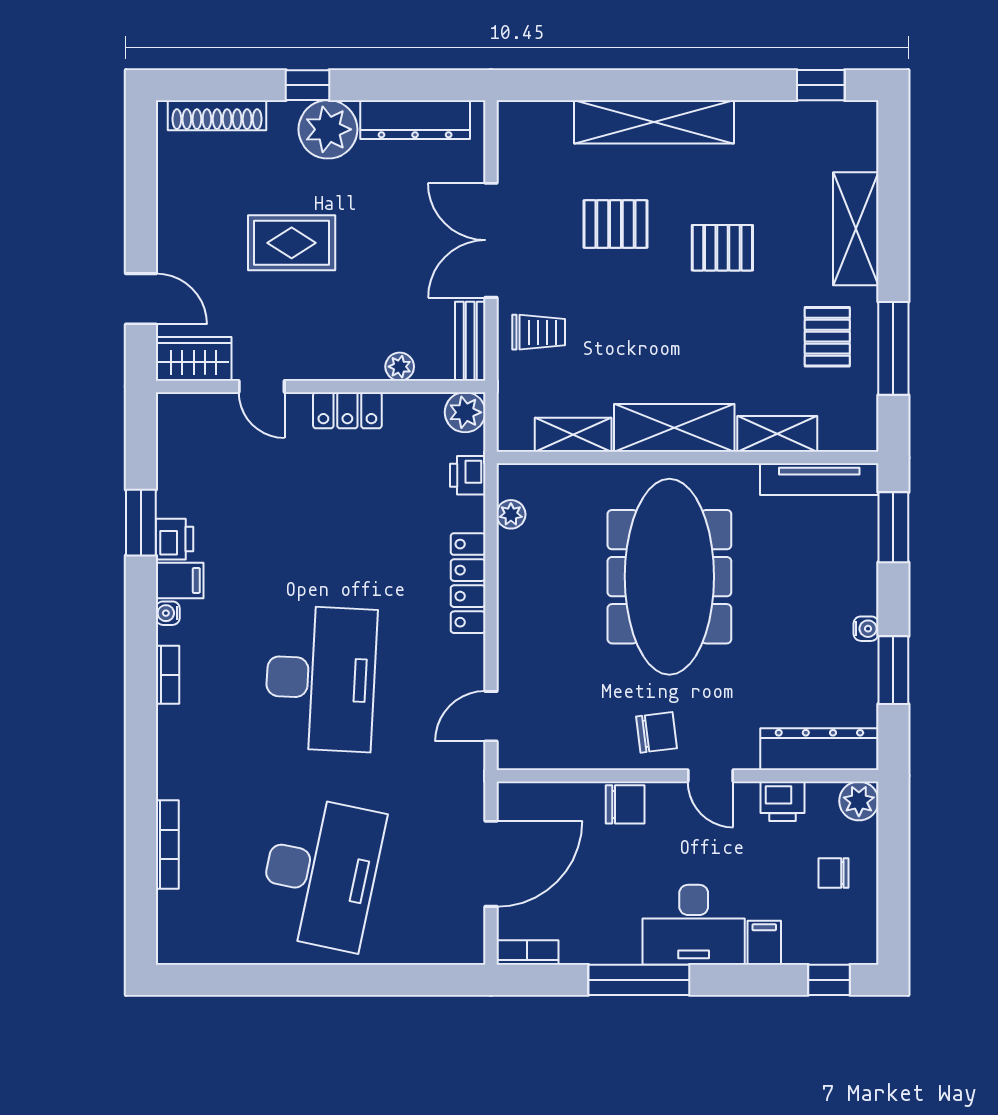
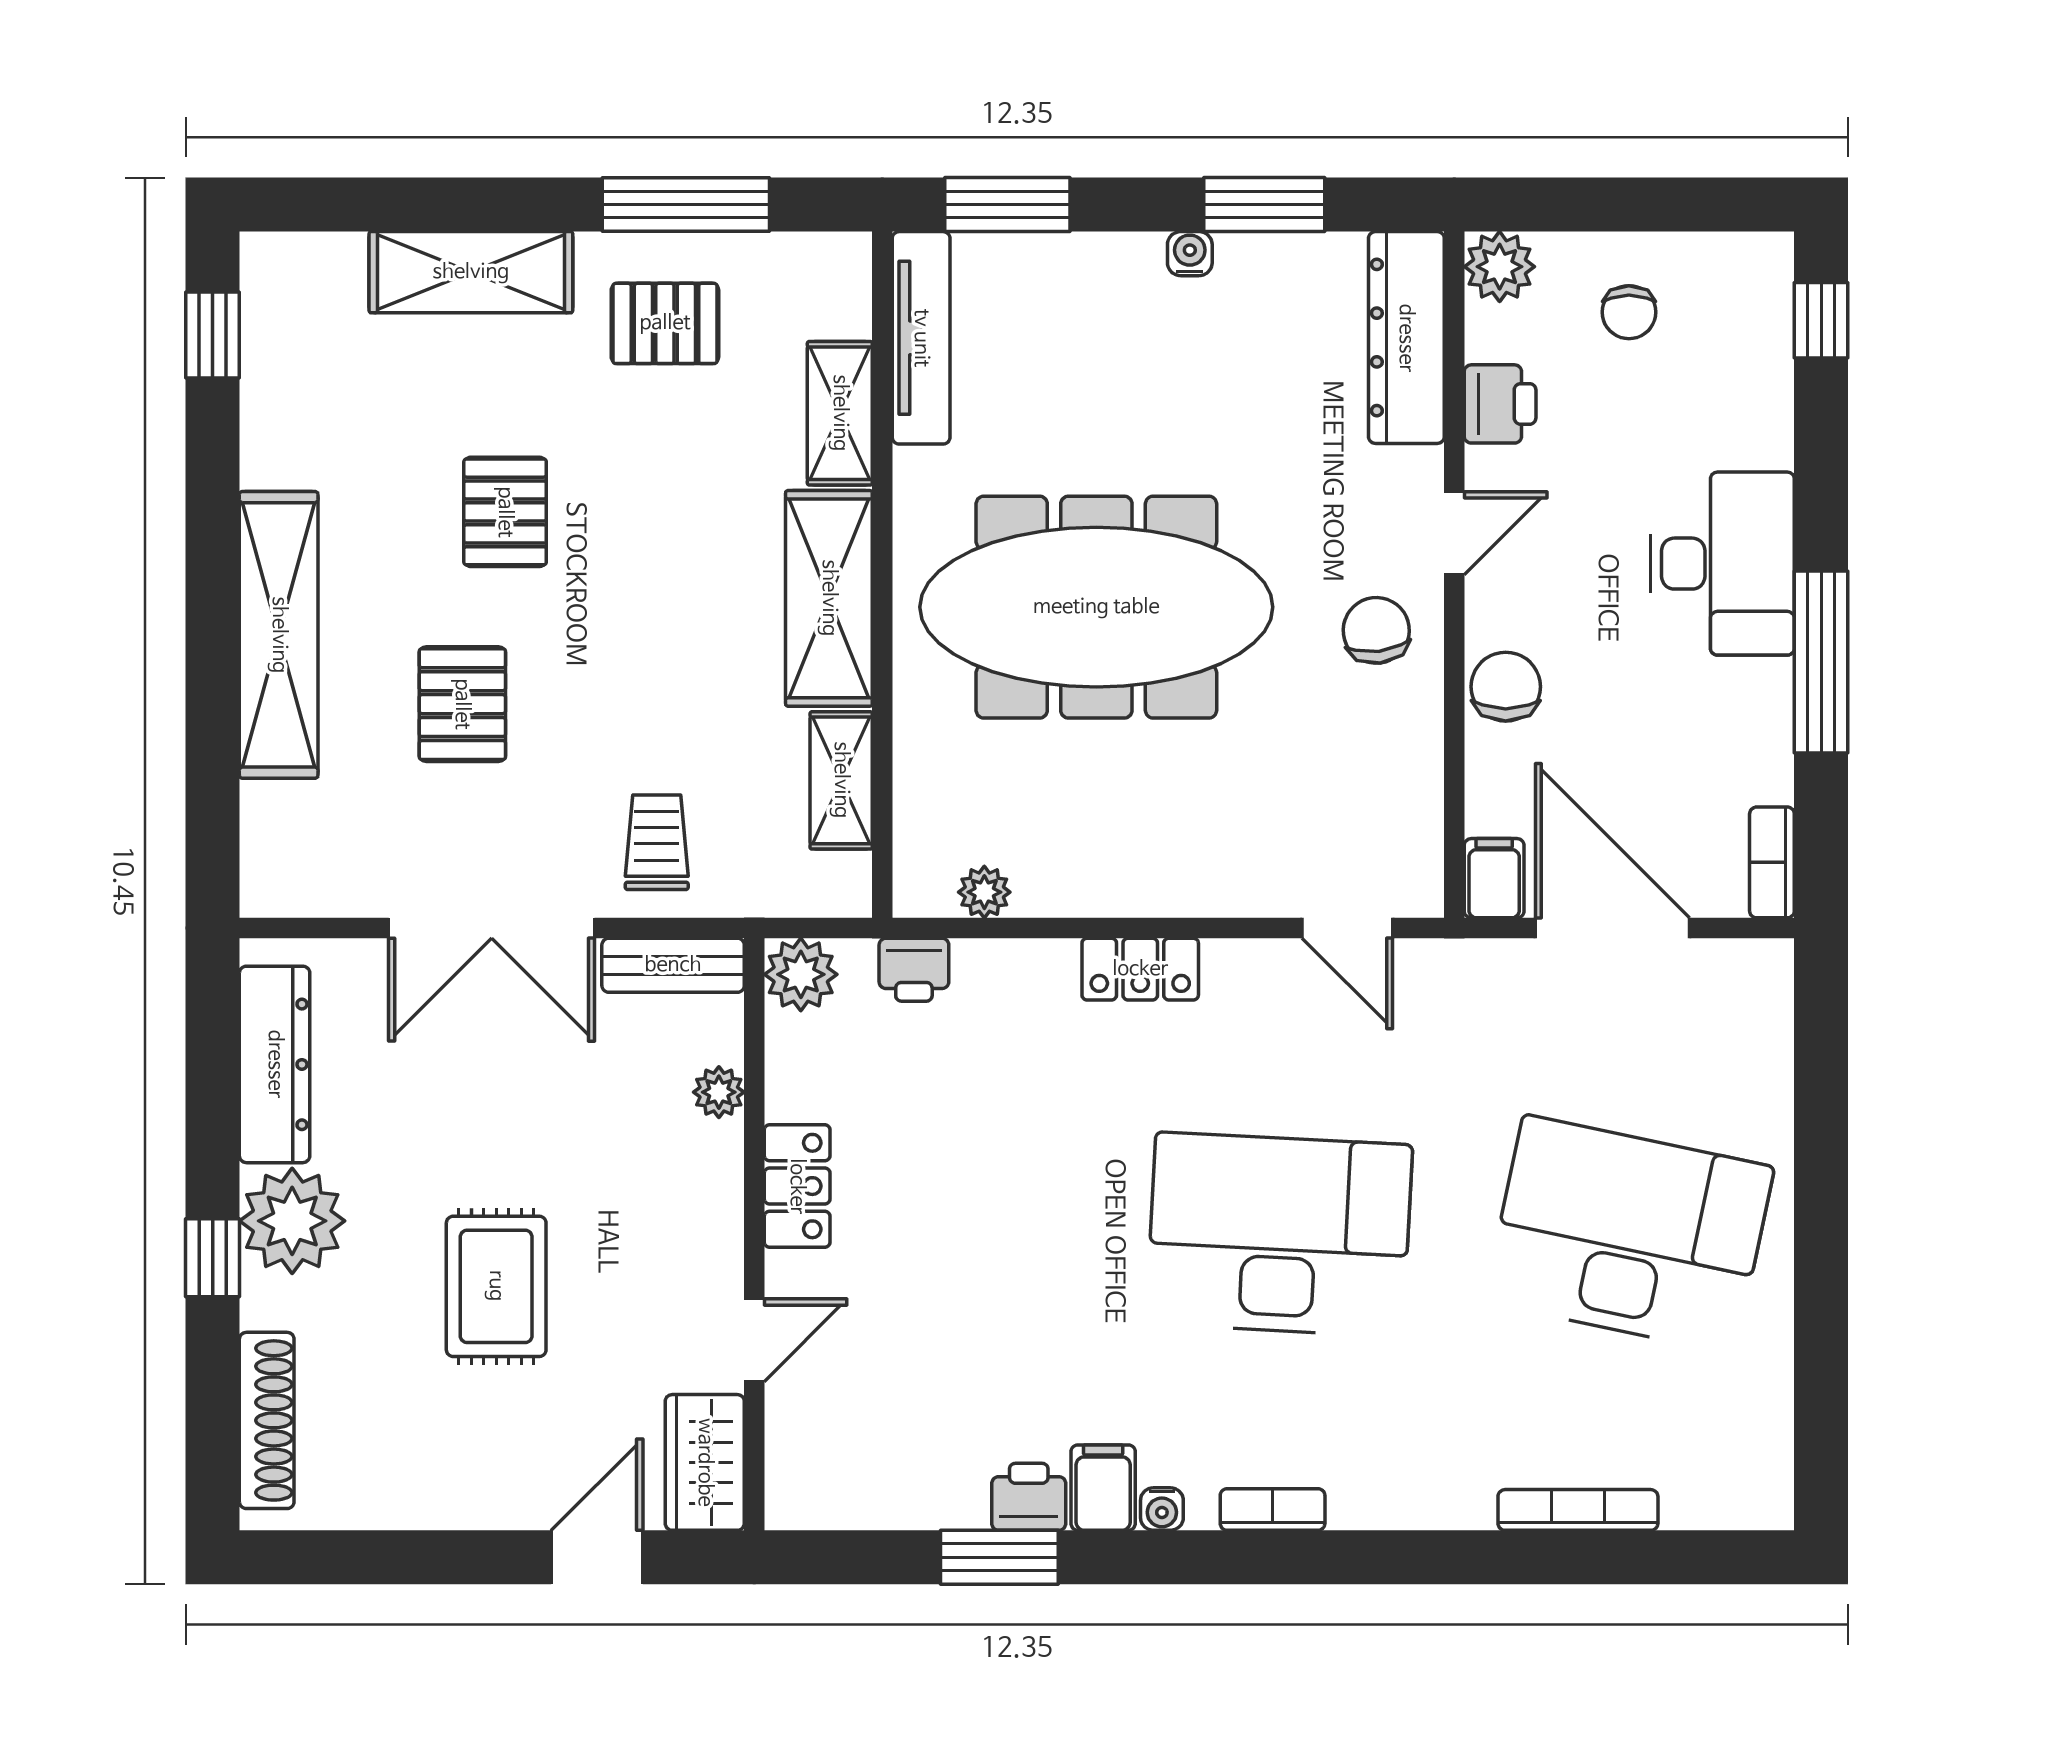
locker: (468, 583) -> (1140, 969), width x0.66
filing cabinet: (764, 943) -> (1494, 878), moved, turned 90

